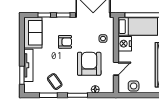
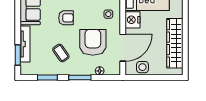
door: (116, 69) -> (123, 48), width x1.87
coffee table: (55, 82) -> (61, 53), moved

